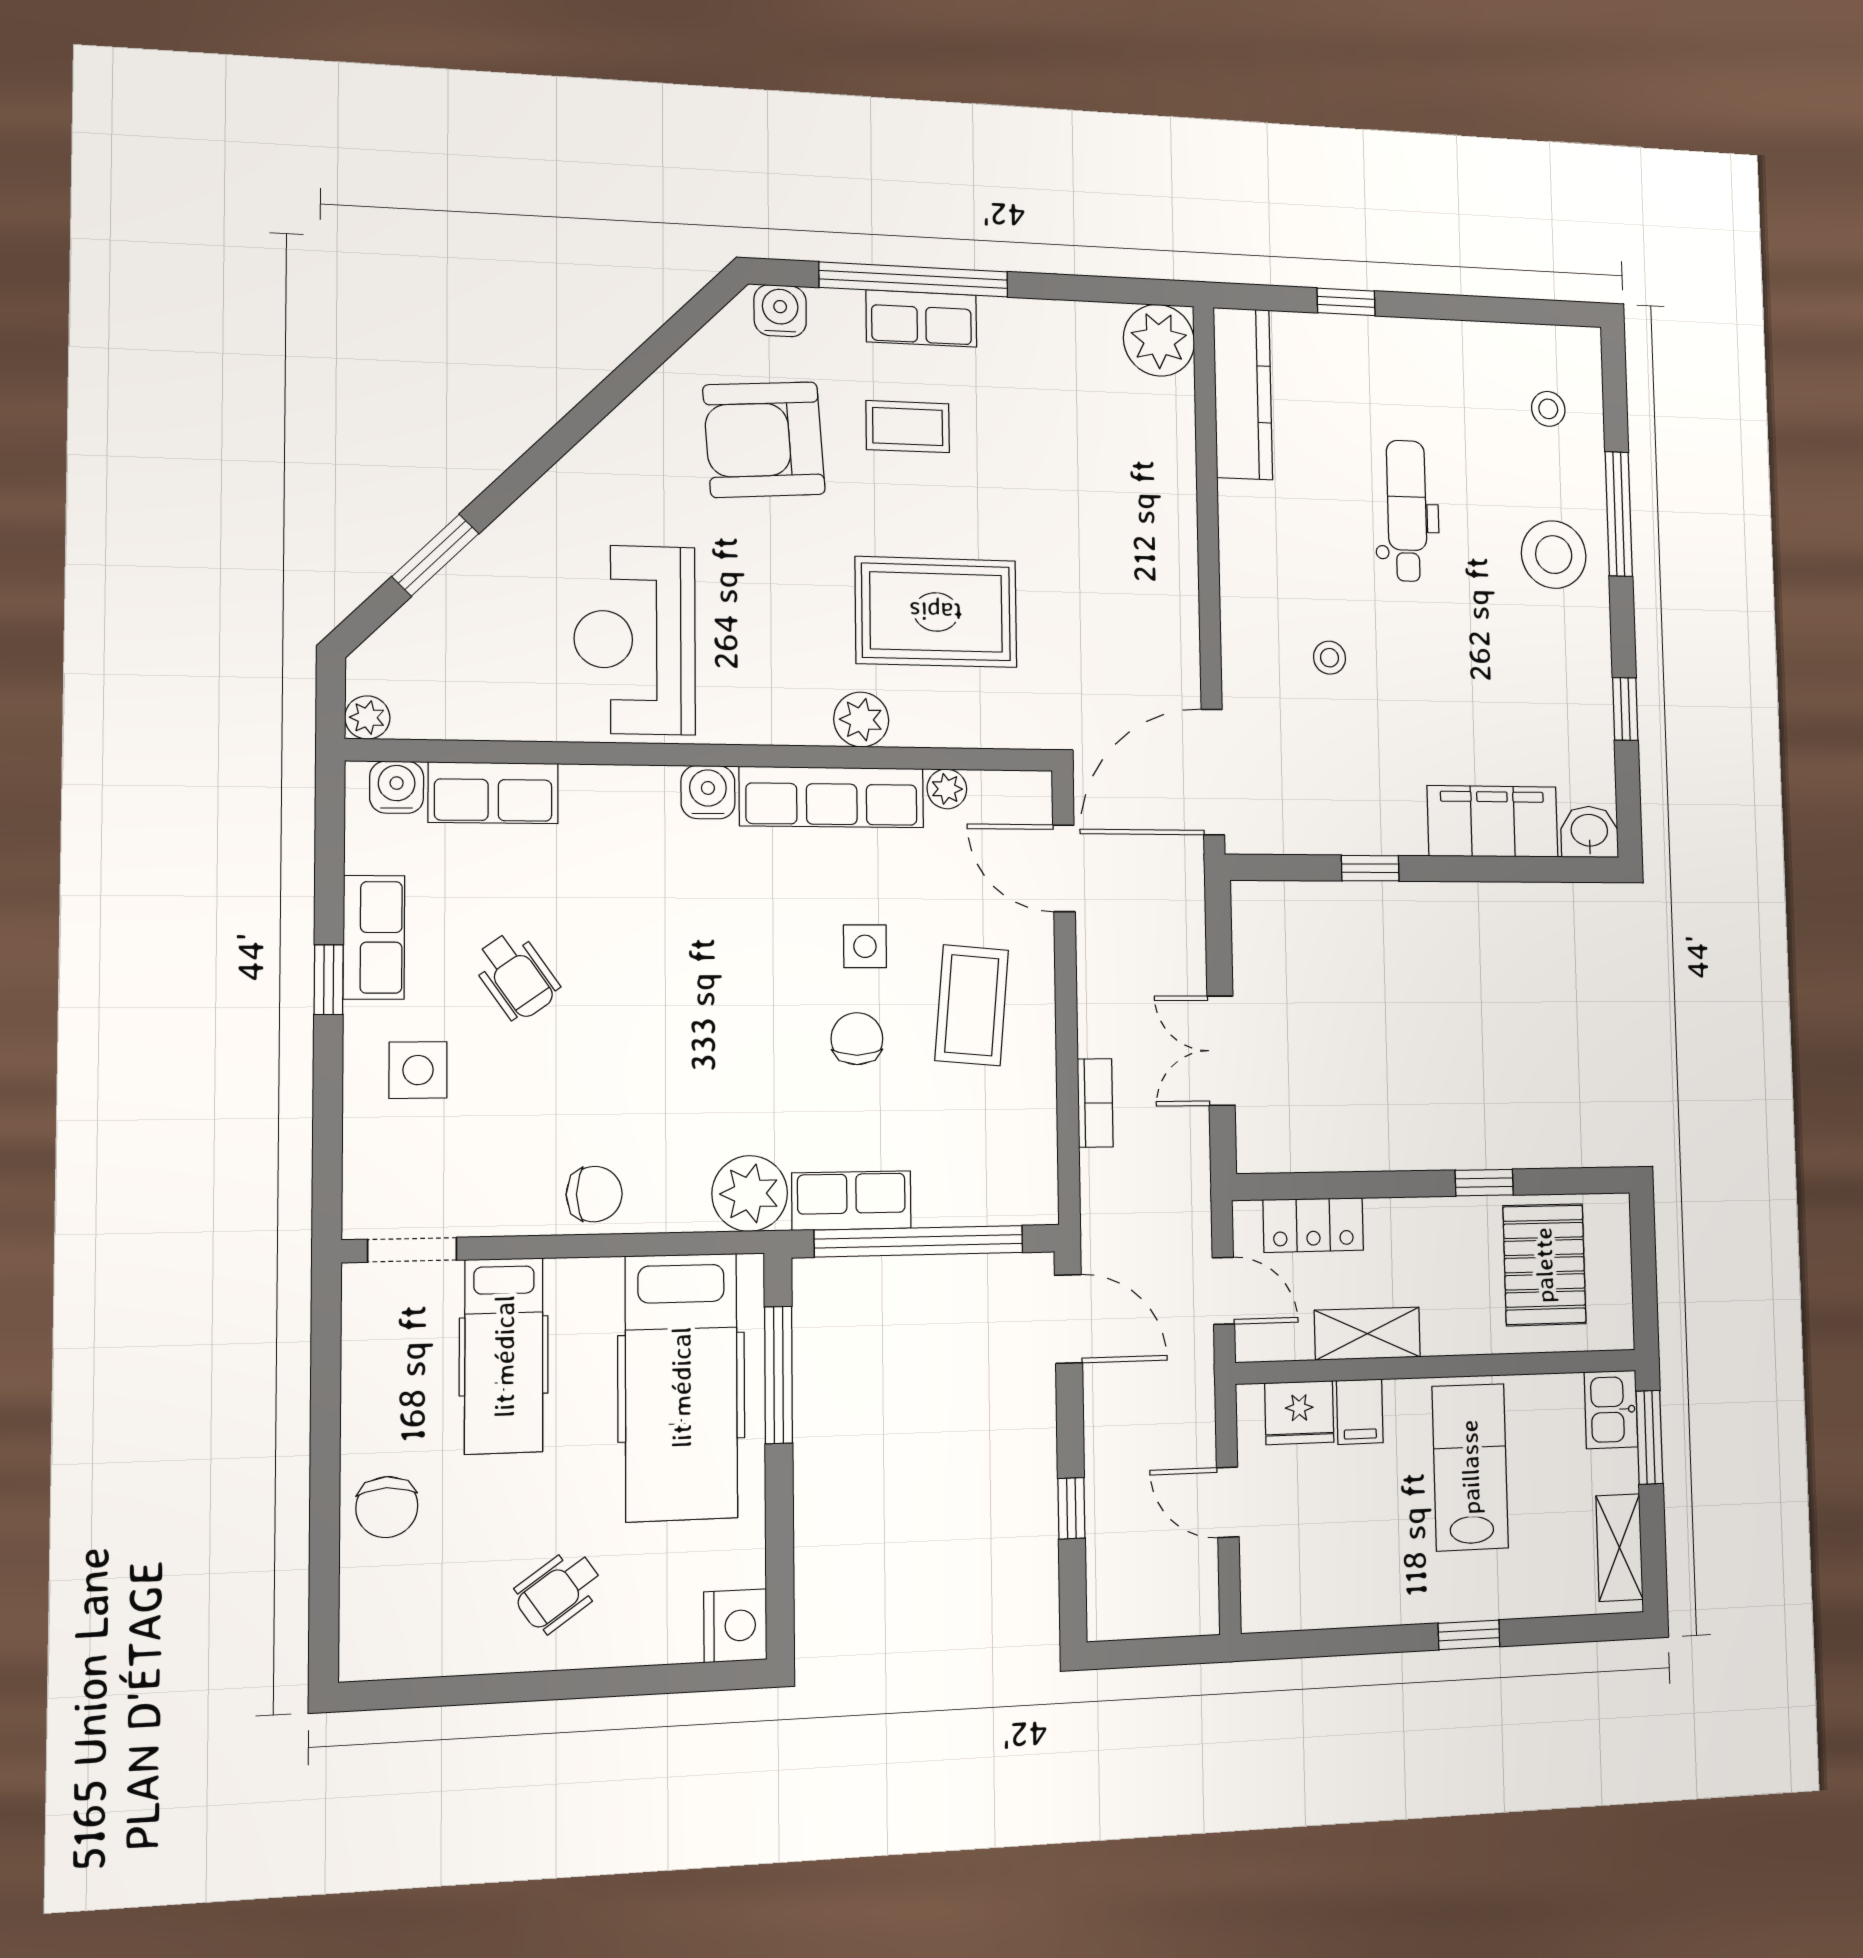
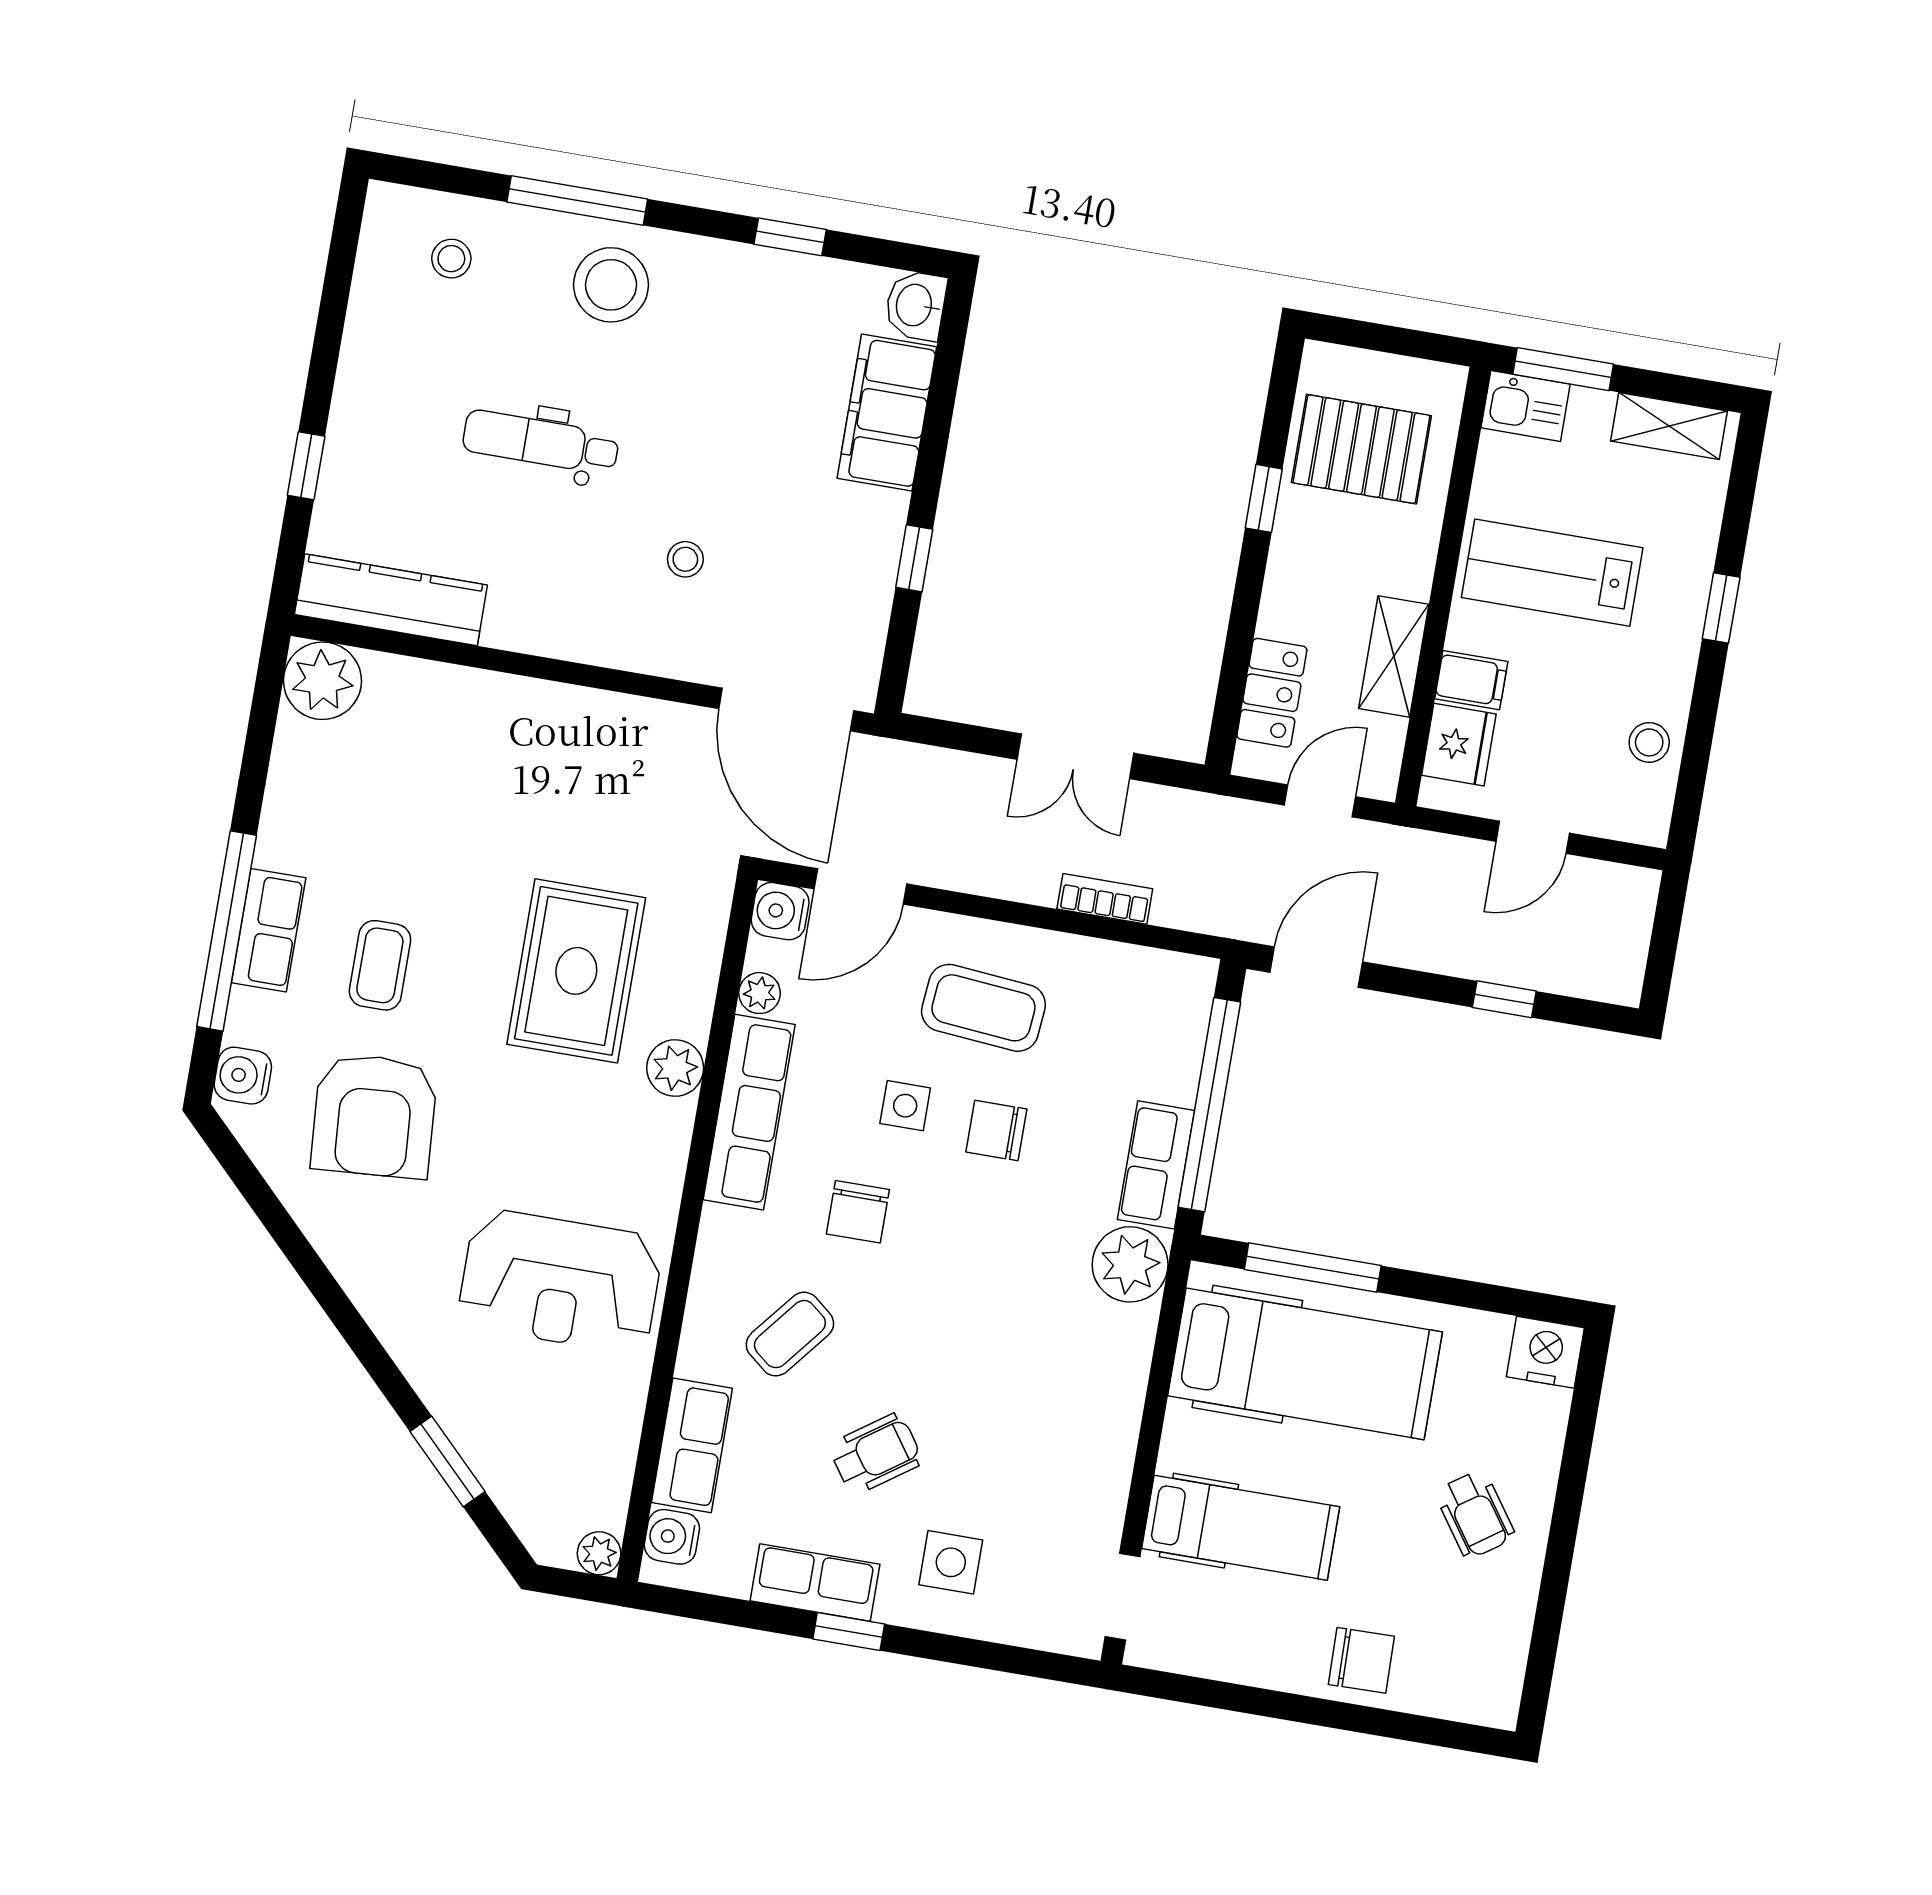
water cooler: (708, 792) -> (780, 911), moved
coffee table: (622, 871) -> (790, 1334), added
chair: (594, 1194) -> (858, 1212), moved, turned 180
stool: (1335, 1595) -> (1649, 742), added

